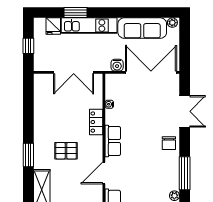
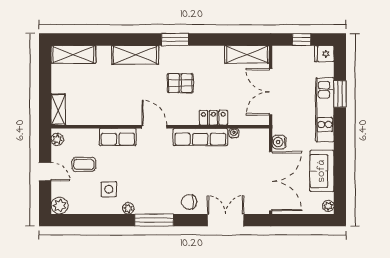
fridge: (53, 26) -> (324, 54), moved
sofa: (142, 28) -> (322, 171), width x0.73
shelving: (41, 93) -> (247, 54), added
double door: (185, 111) -> (226, 220), swing flipped
row of seats: (113, 141) -> (200, 137), width x1.48
pallet: (66, 151) -> (180, 83), turned 90

